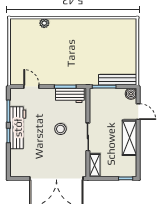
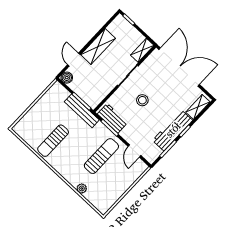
sun lounger: (98, 38) -> (53, 141), added
sun lounger: (52, 60) -> (101, 156), added
bench: (118, 80) -> (82, 111), moved
shelving: (15, 162) -> (198, 107), added

